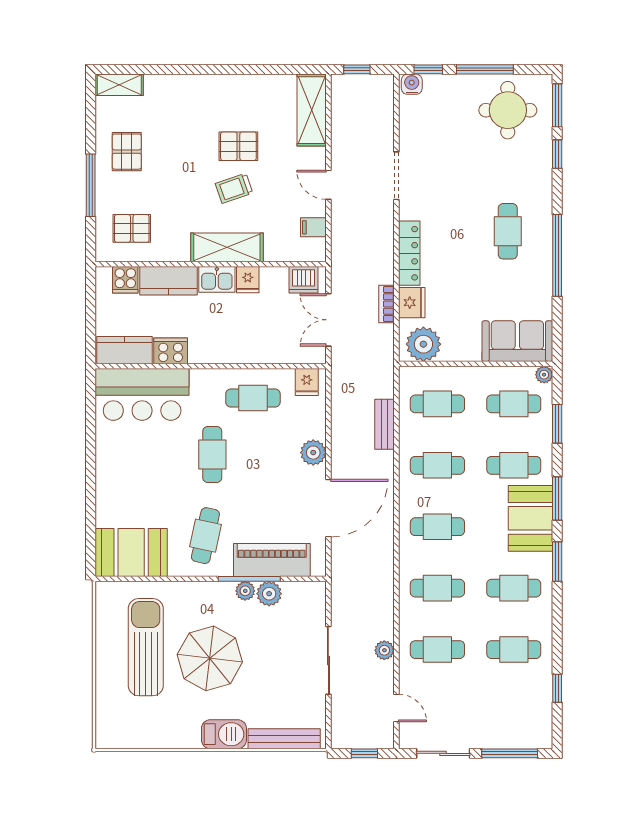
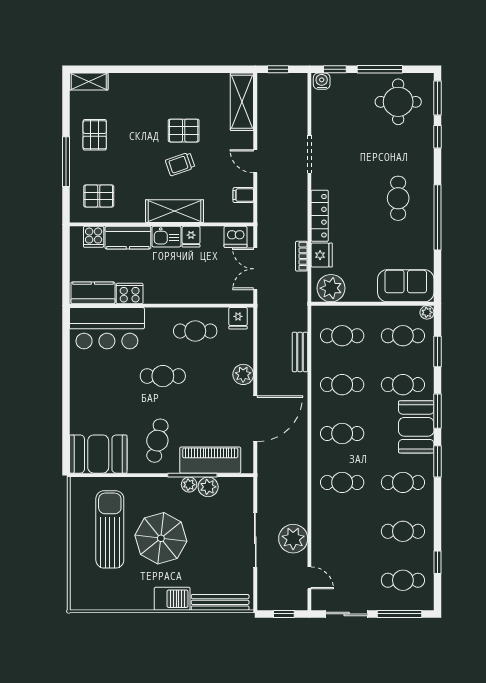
cafe table: (212, 455) -> (163, 376), turned 90
plant: (384, 650) -> (293, 539), width x1.88, depth x1.88
cafe table: (437, 650) -> (403, 580), moved

